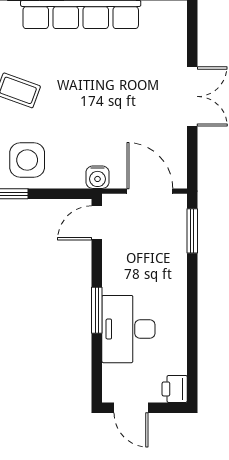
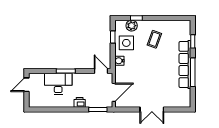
water cooler: (98, 177) -> (119, 61), moved
printer: (175, 389) -> (80, 102), moved

